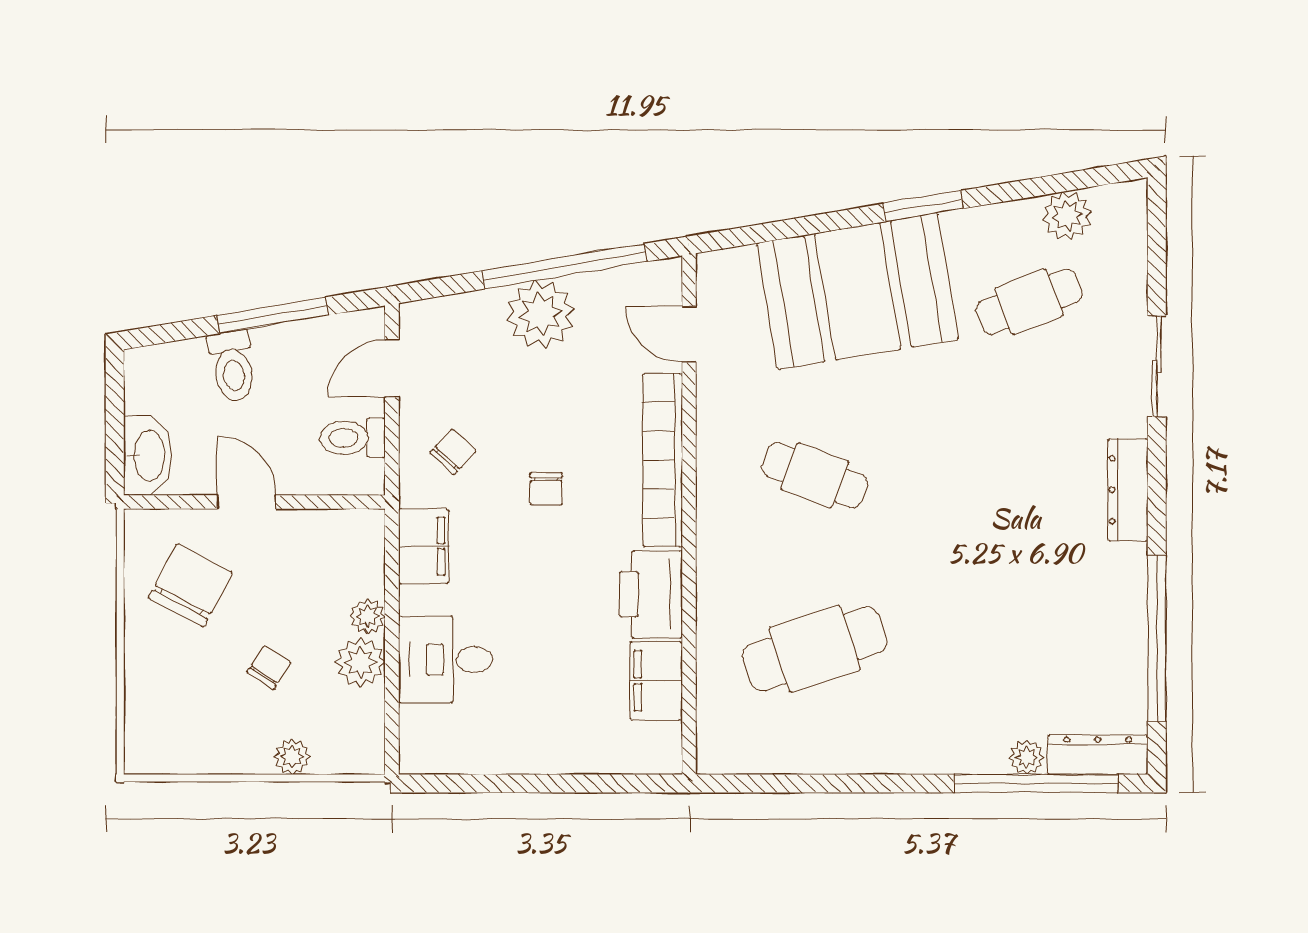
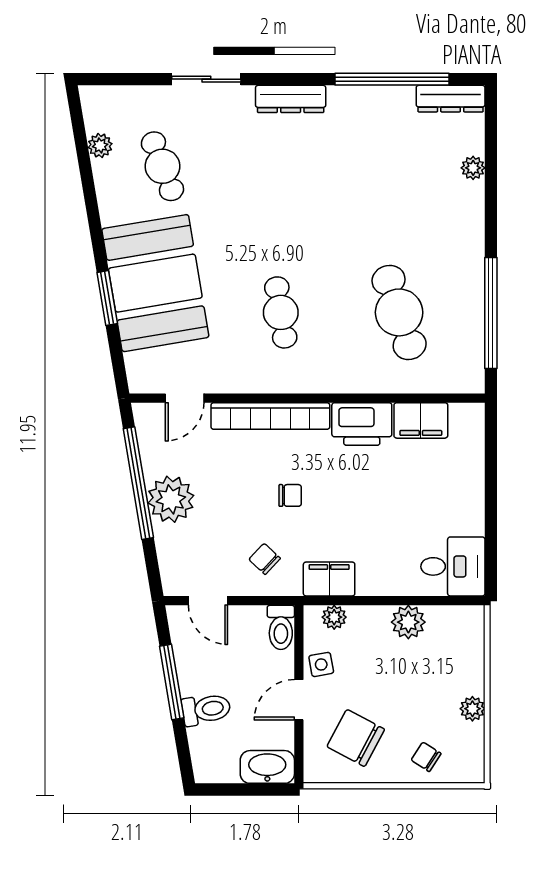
window: (923, 206) -> (107, 298), moved
plant: (1067, 216) -> (100, 146), width x0.73, depth x0.73
toilet: (353, 438) -> (281, 627), moved
cafe table: (815, 475) -> (281, 312), turned -30
side table: (298, 535) -> (321, 664), added
plant: (368, 616) -> (334, 617), moved
desk: (445, 660) -> (453, 566), moved, turned -90
chair: (269, 667) -> (426, 757), moved
dresser: (1098, 755) -> (451, 99), moved, turned -90
plant: (292, 756) -> (472, 709), moved
window: (1036, 783) -> (491, 313), moved

